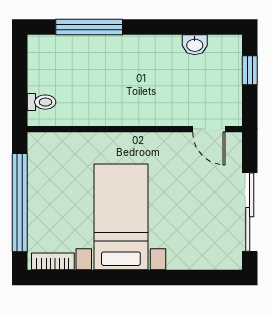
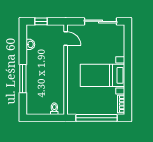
window: (89, 27) -> (23, 79), moved
door: (209, 129) -> (66, 39), hinge flipped

